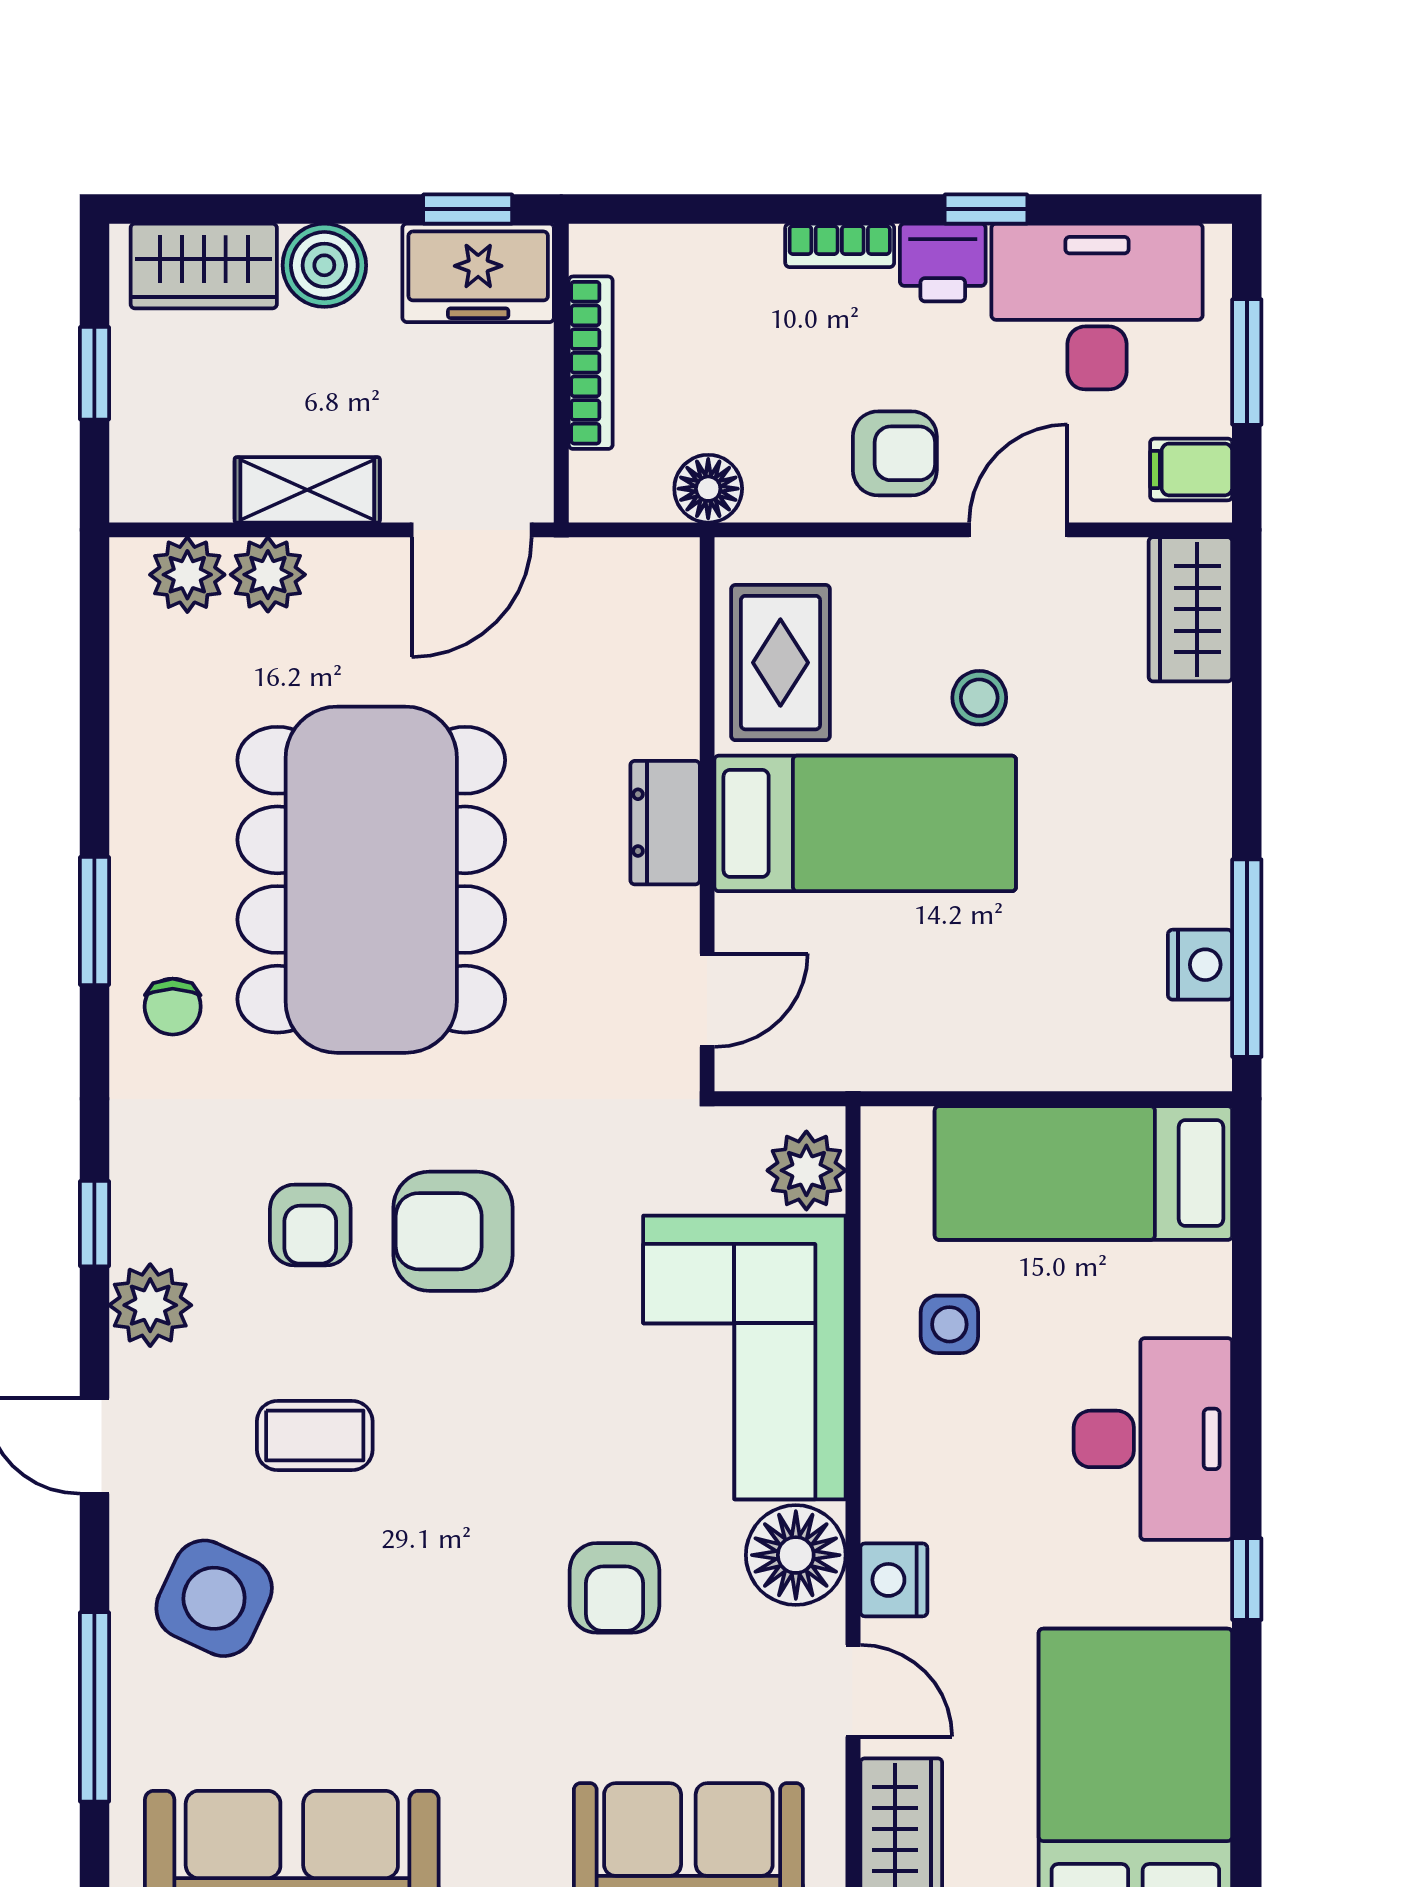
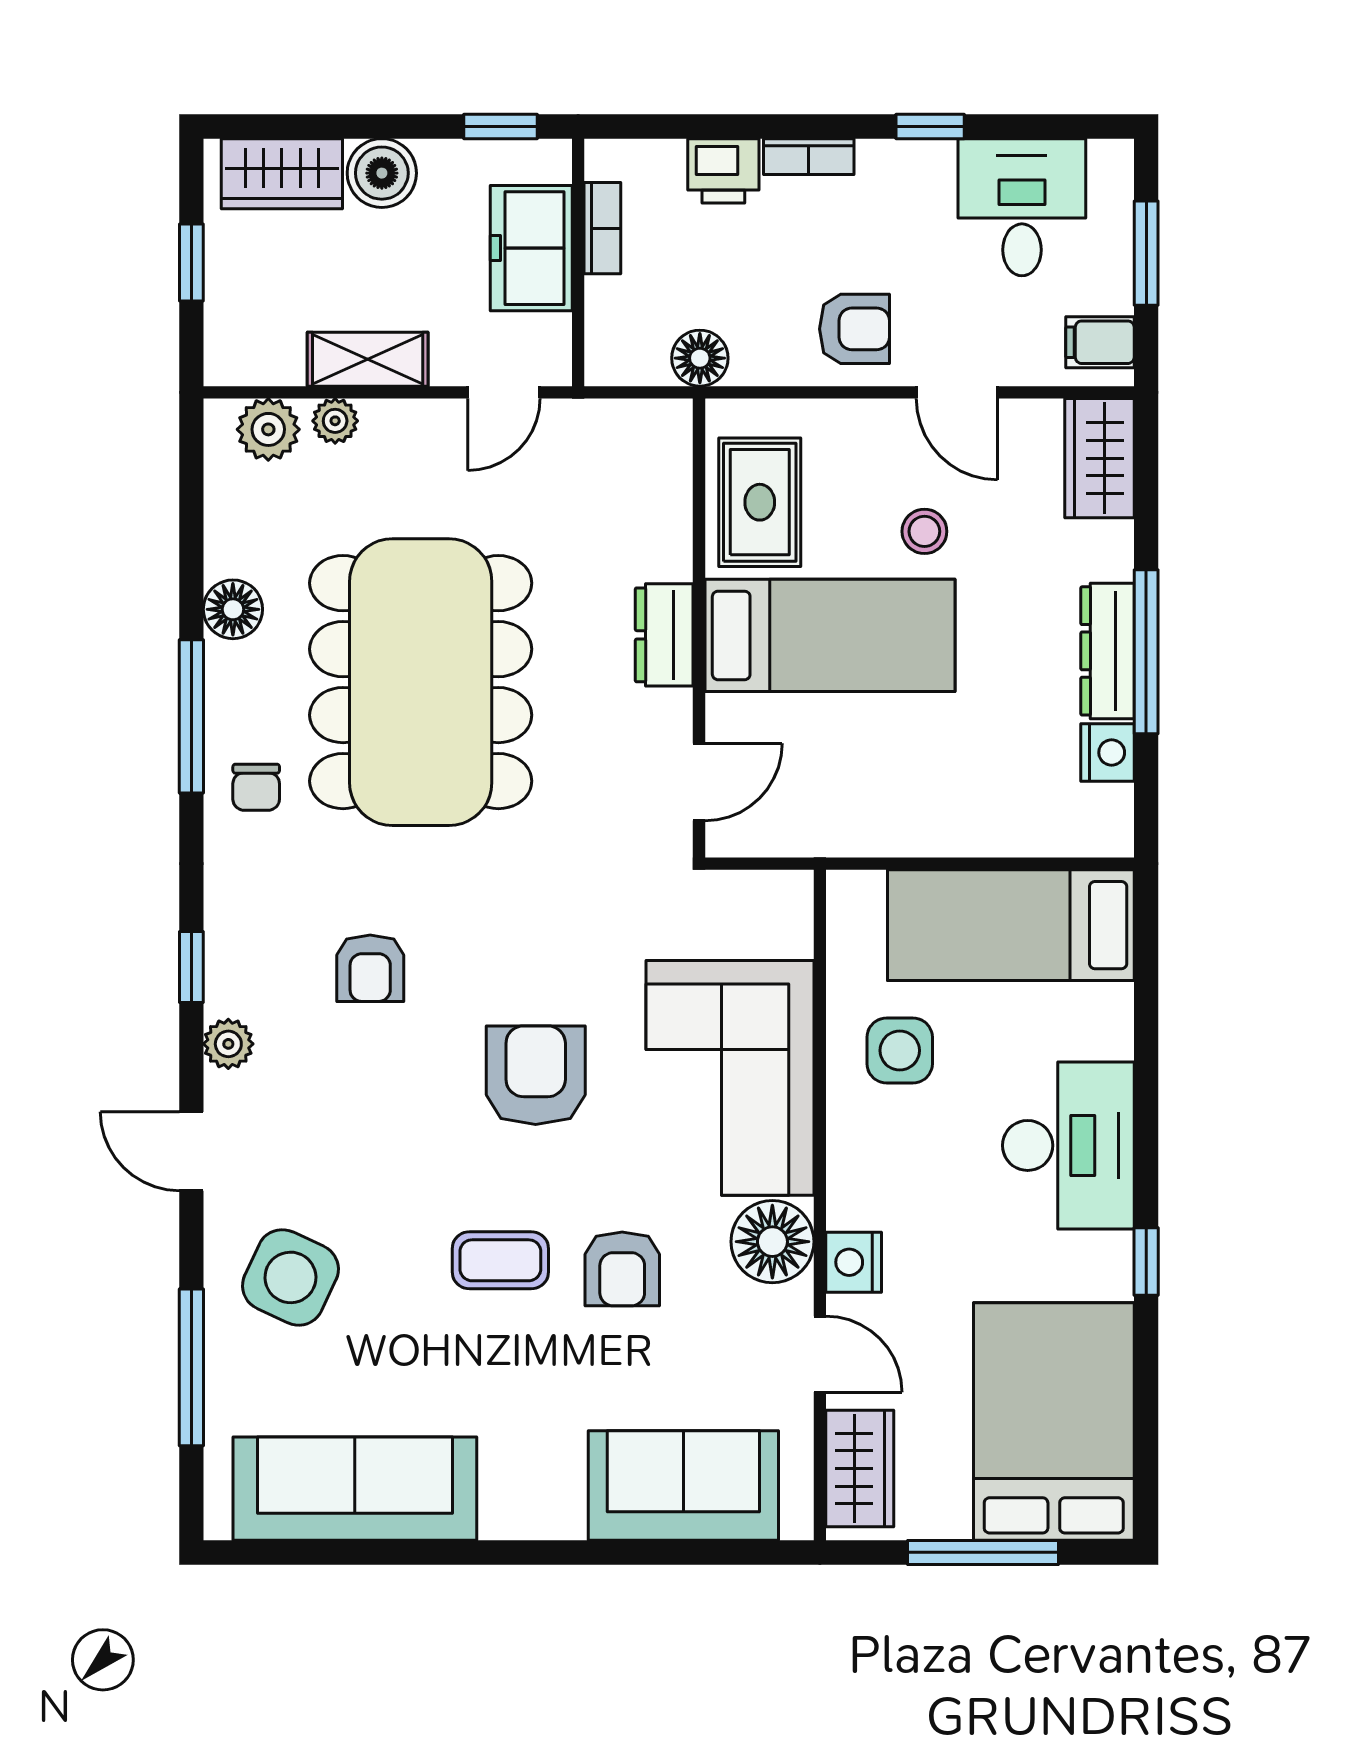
printer: (943, 263) -> (723, 171), moved
freezer: (478, 273) -> (531, 248), moved, turned 90
desk: (1097, 307) -> (1022, 207), width x0.73
bookcase: (591, 363) -> (602, 228), width x0.64
door: (472, 530) -> (504, 392), width x0.73
door: (1018, 530) -> (957, 392), swing flipped
plant: (268, 575) -> (335, 421), width x0.73, depth x0.73
floor lamp: (145, 792) -> (233, 609), added
dresser: (1200, 842) -> (1107, 651), added
window: (94, 921) -> (191, 716), width x1.44
window: (1247, 958) -> (1146, 652), moved
plant: (806, 1170) -> (781, 923), removed
armchair: (453, 1231) -> (536, 1075), moved, turned 90
plant: (150, 1305) -> (228, 1044), width x0.73, depth x0.73
side table: (949, 1324) -> (900, 1050), width x1.37, depth x1.37
coffee table: (315, 1436) -> (500, 1260), moved

